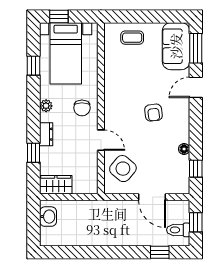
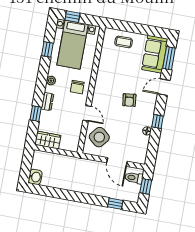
window: (196, 169) -> (158, 121), moved
washbasin: (48, 217) -> (35, 177), moved
toilet: (178, 230) -> (134, 178), moved

